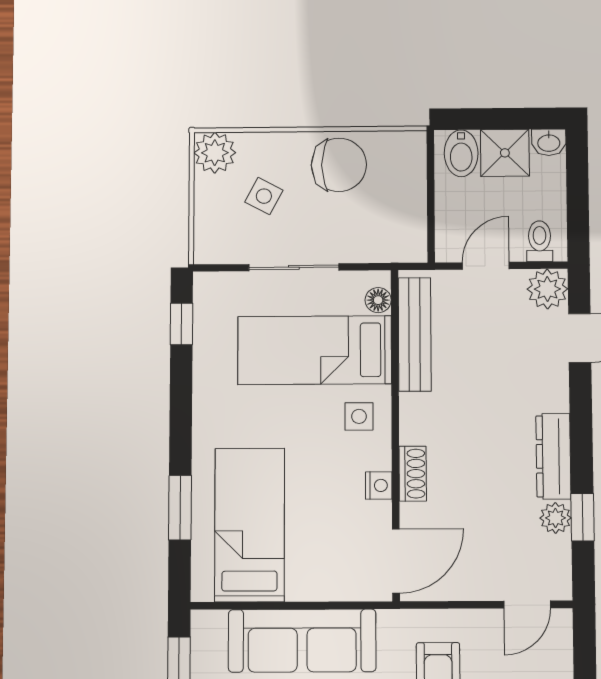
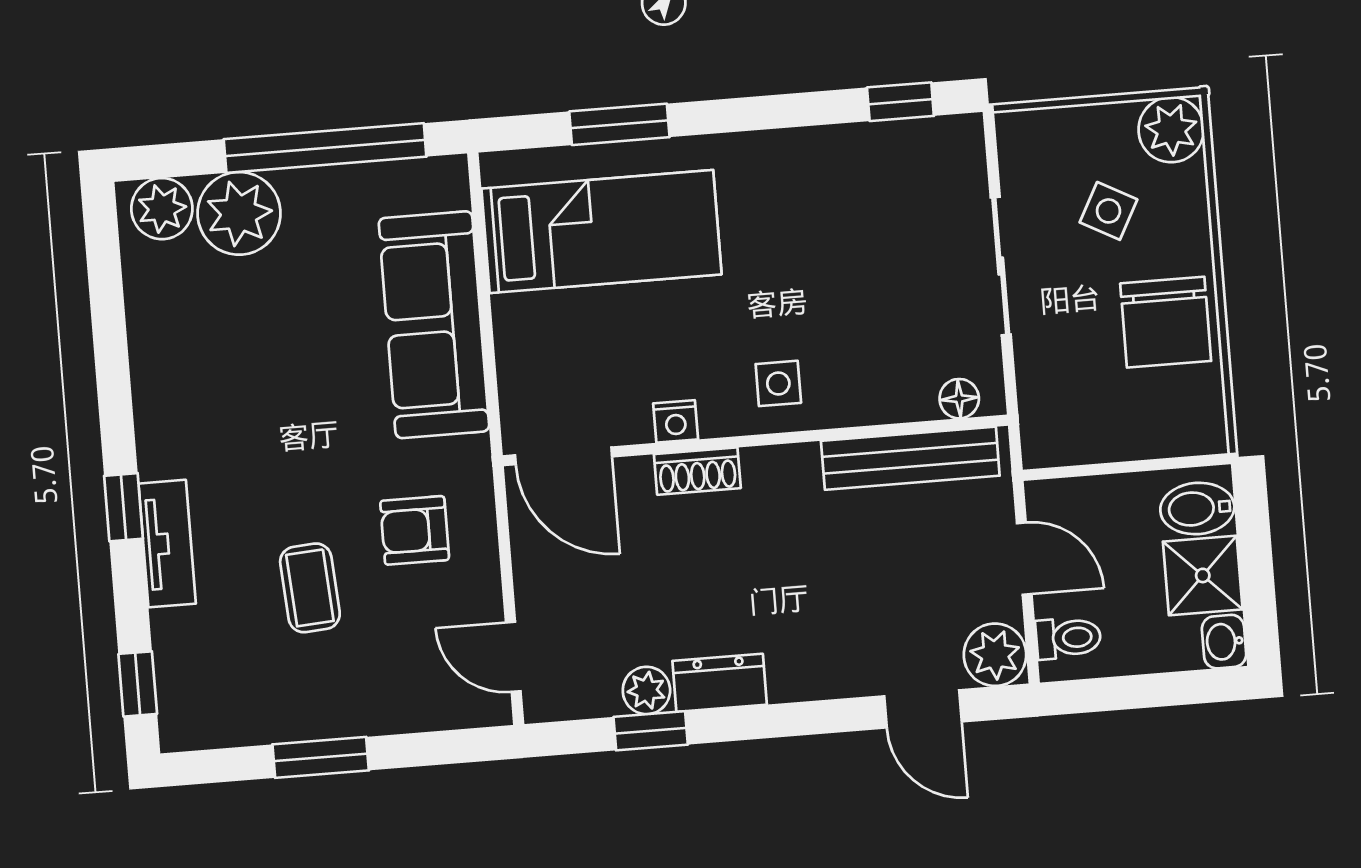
bed: (315, 350) -> (875, 308), removed
dresser: (553, 456) -> (720, 683), width x0.70

